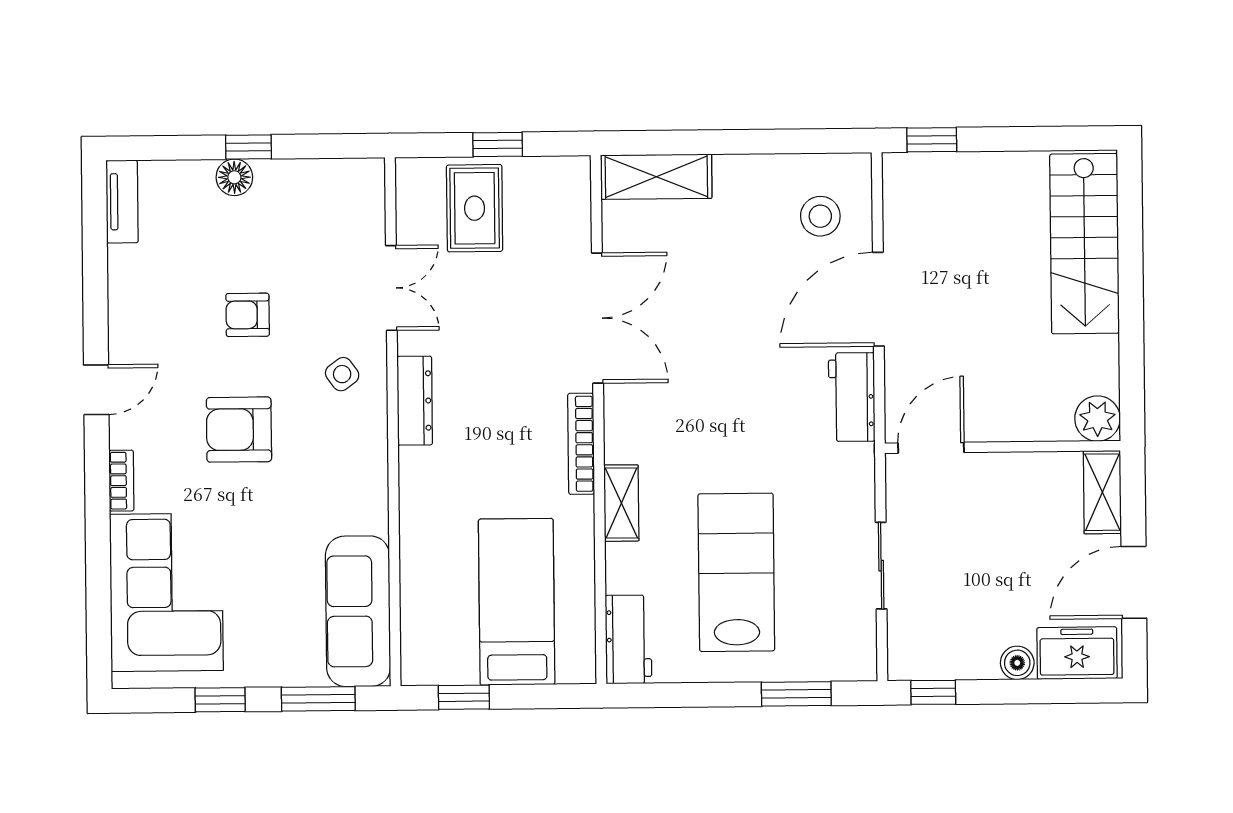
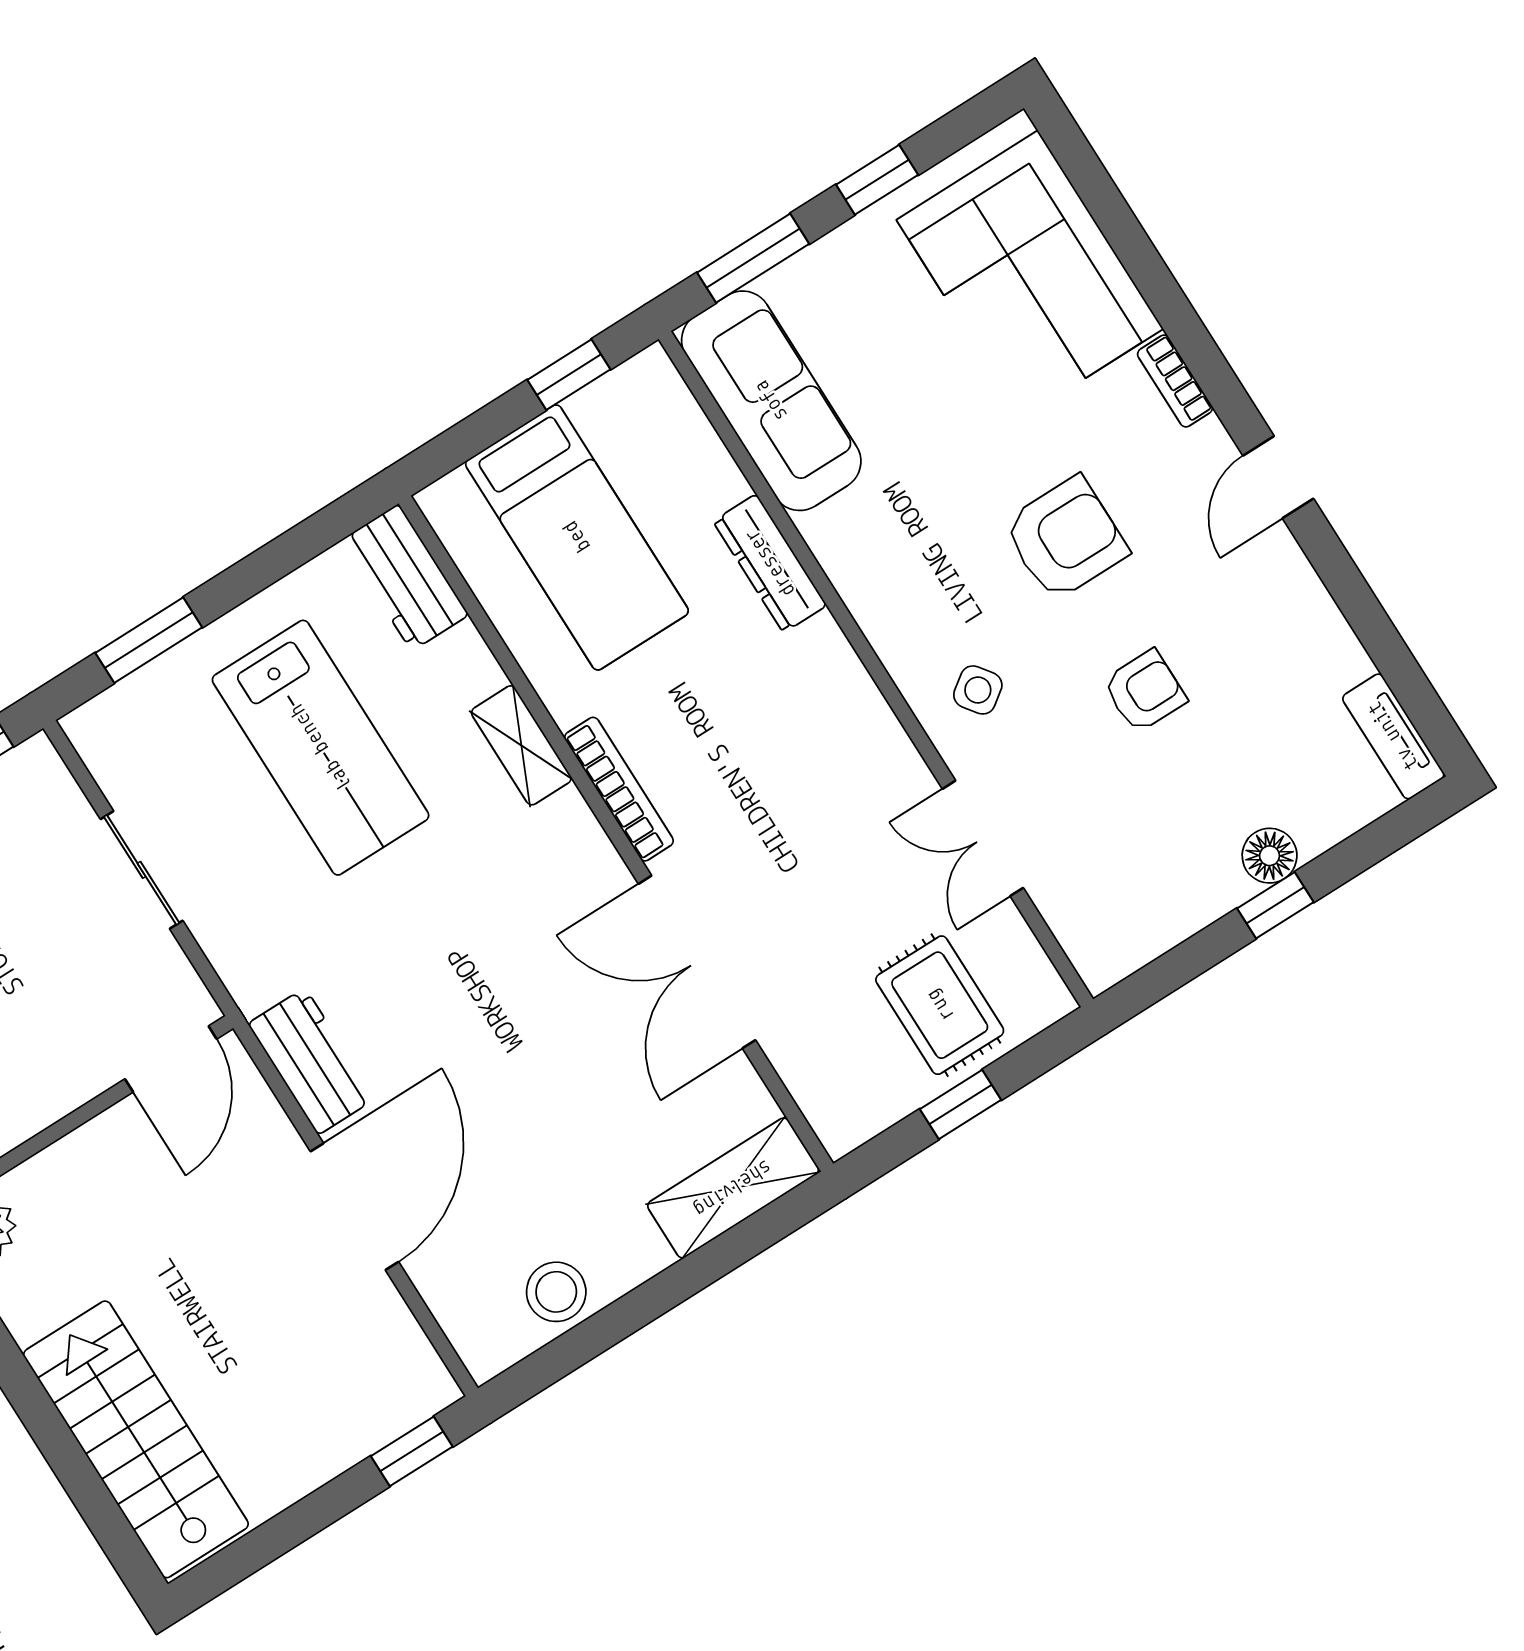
stool: (820, 216) -> (556, 1292), moved
dresser: (415, 401) -> (770, 563), moved

